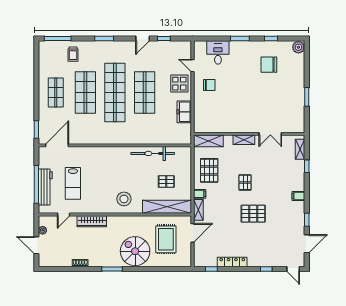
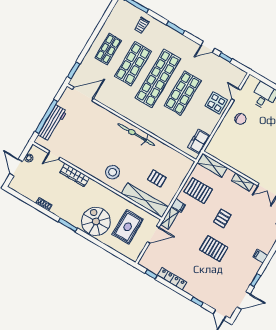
freezer: (184, 112) -> (199, 142), moved
bicycle: (153, 153) -> (136, 135), moved
pallet: (209, 170) -> (198, 191), turned 90
lab bench: (73, 183) -> (78, 134), removed

